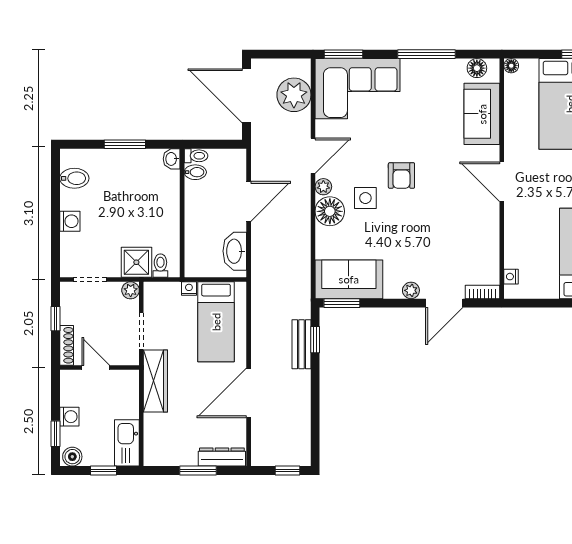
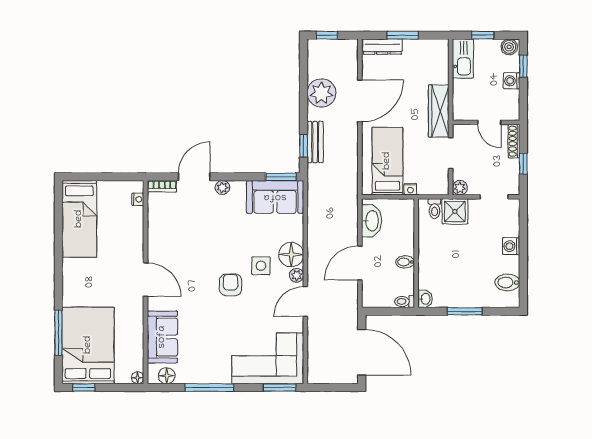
plant: (294, 95) -> (322, 93), moved
bidet: (195, 172) -> (405, 262), moved

